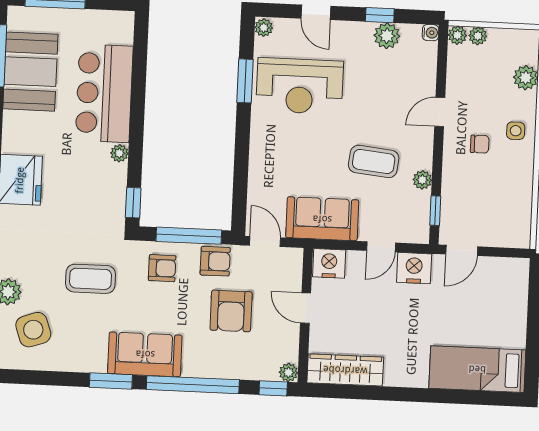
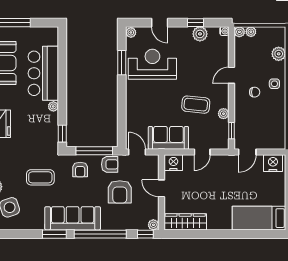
reception desk: (300, 86) -> (152, 64), turned 180
armchair: (162, 268) -> (80, 170), turned 90
nightstand: (414, 268) -> (273, 163), moved
sofa: (145, 354) -> (73, 218), width x1.36

